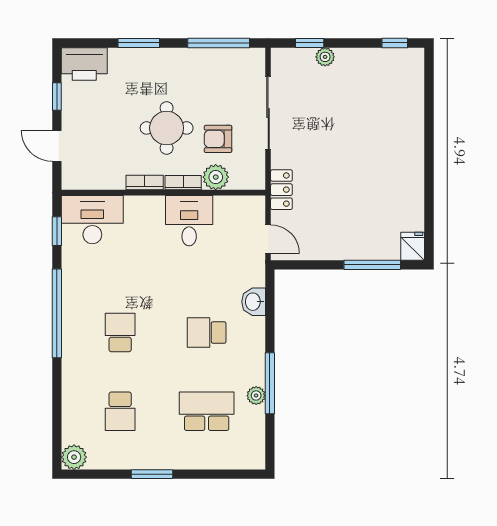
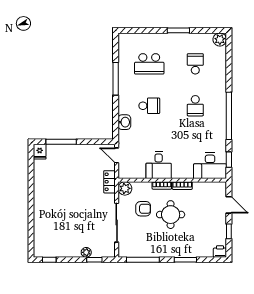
printer: (84, 64) -> (220, 251), width x0.53, depth x0.68
plant: (216, 177) -> (125, 188), moved
plant: (256, 396) -> (123, 72), removed

